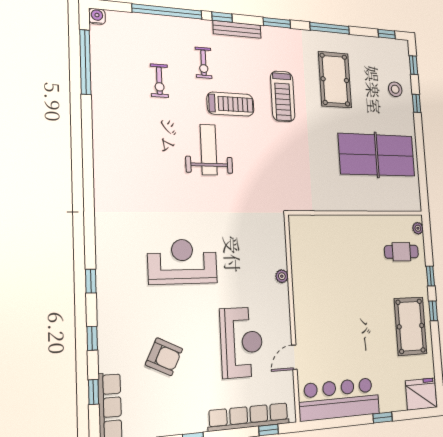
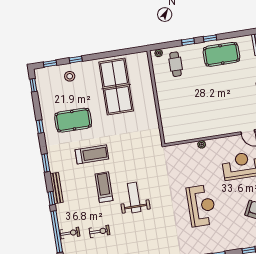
window: (330, 28) -> (40, 127), width x0.46
exercise bike: (204, 63) -> (70, 233), moved
weight bench: (209, 150) -> (134, 198), turned 90
reception desk: (182, 262) -> (201, 206), turned 180

